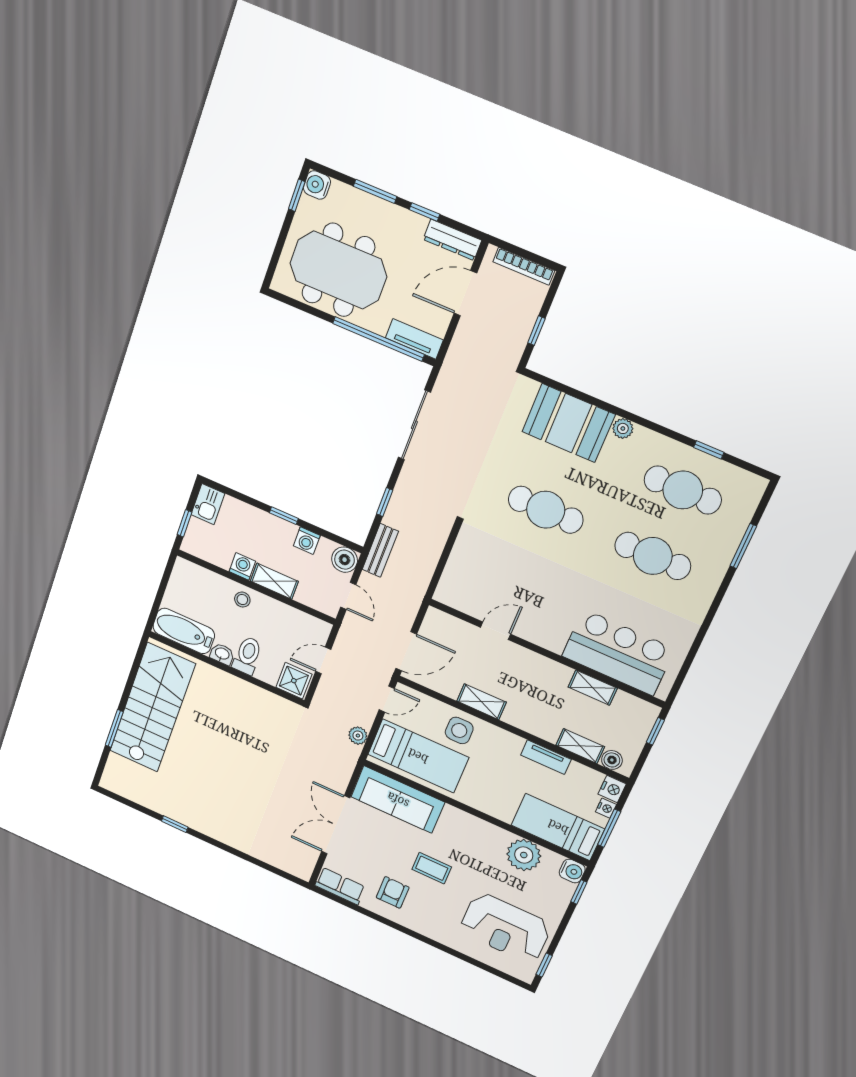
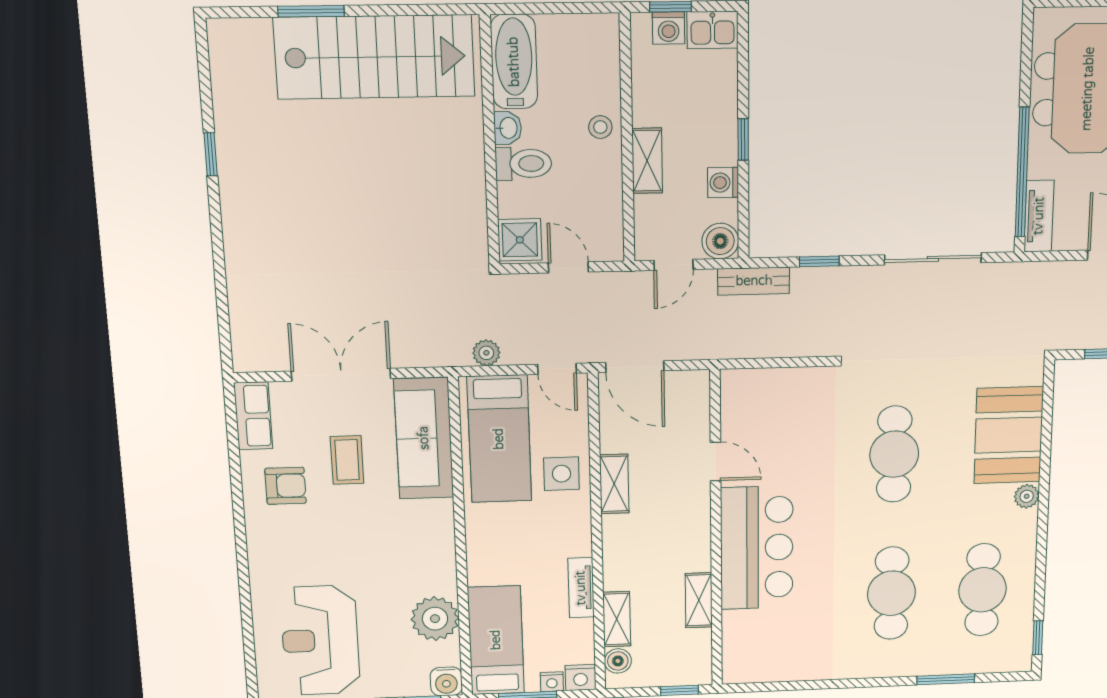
window: (709, 450) -> (1038, 638), moved
washing machine: (242, 566) -> (669, 28), moved, turned 90
bar counter: (618, 652) -> (757, 548), moved
coffee table: (432, 868) -> (347, 460), moved

